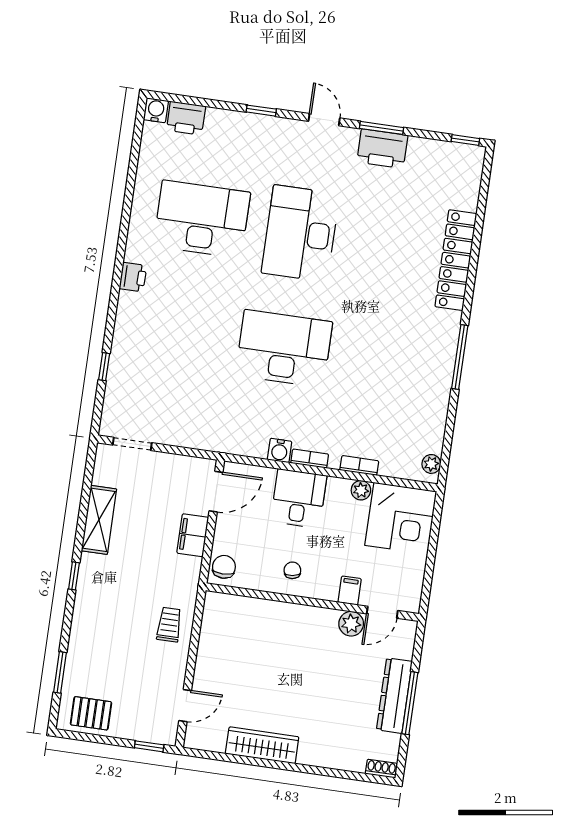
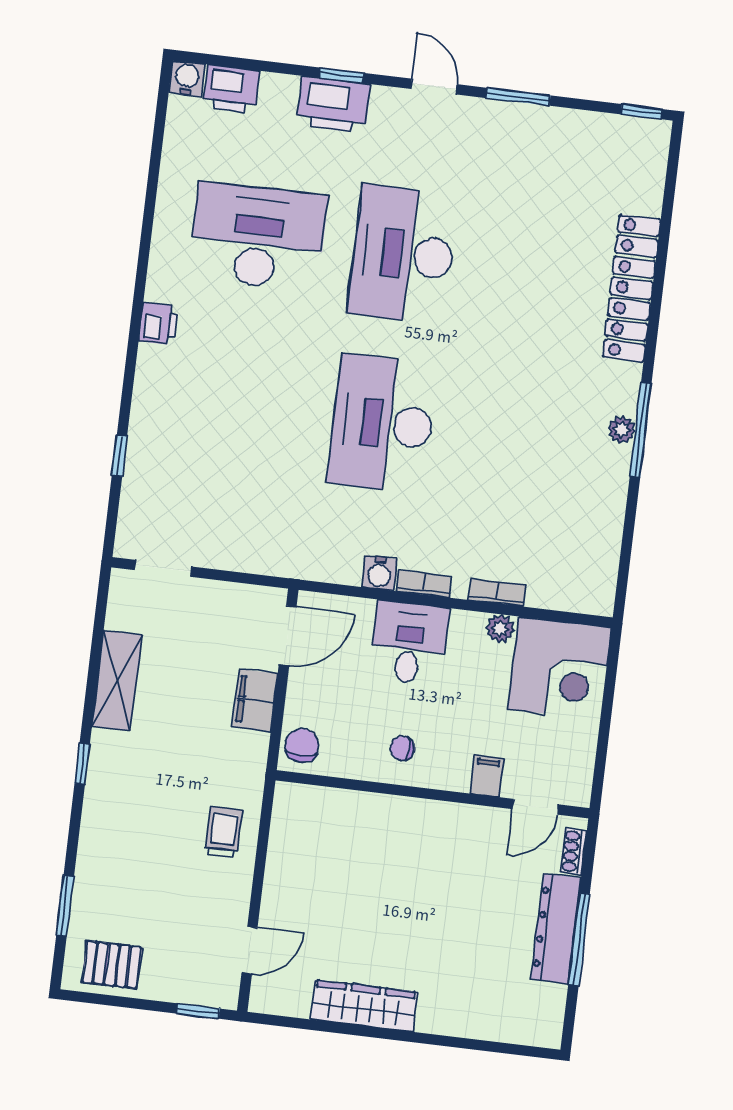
printer: (382, 149) -> (333, 105), moved
desk: (284, 349) -> (382, 424), turned -90
plant: (431, 464) -> (622, 429), moved
chair: (292, 570) -> (402, 748), turned -81
plant: (351, 624) -> (490, 825), removed
shoe rack: (381, 769) -> (573, 851), moved, turned -90

